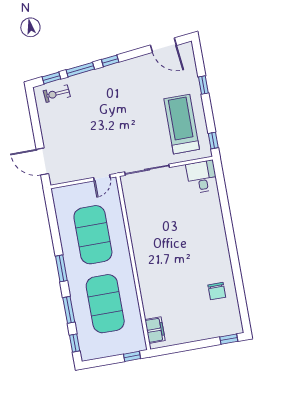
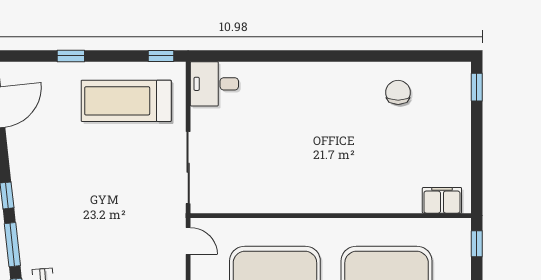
chair: (217, 291) -> (398, 92), turned -90

